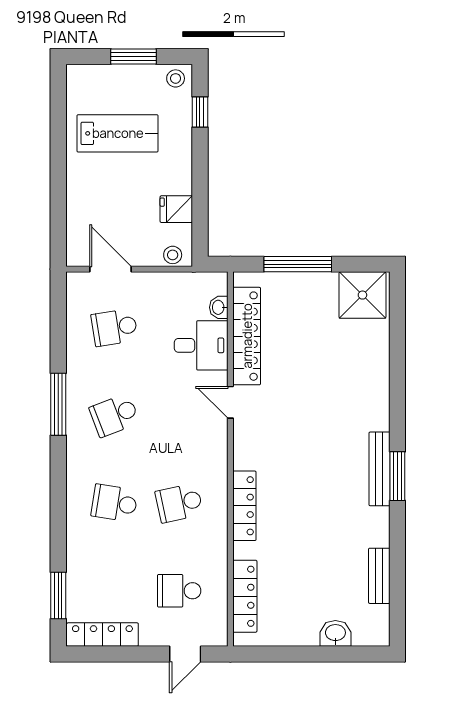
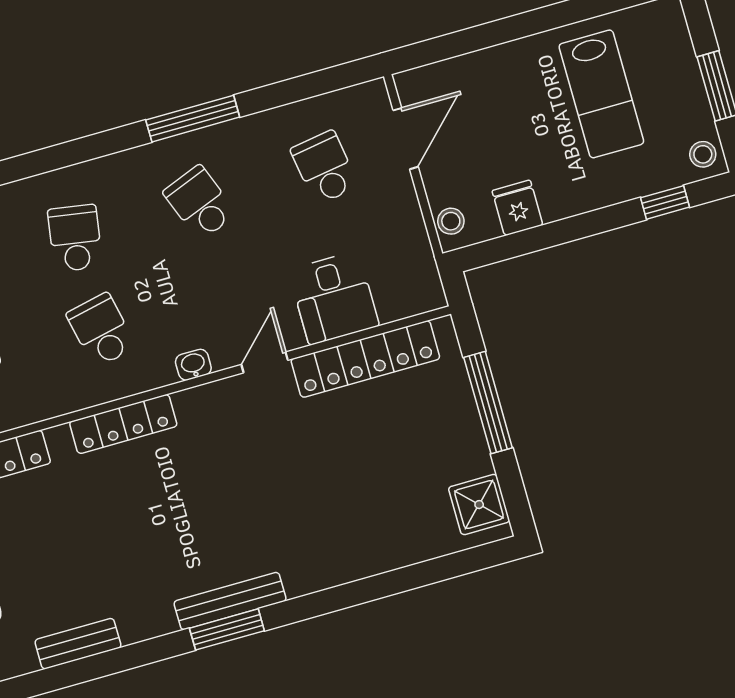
shower: (362, 295) -> (479, 505), width x0.73, depth x0.73
washbasin: (219, 307) -> (193, 365), moved

